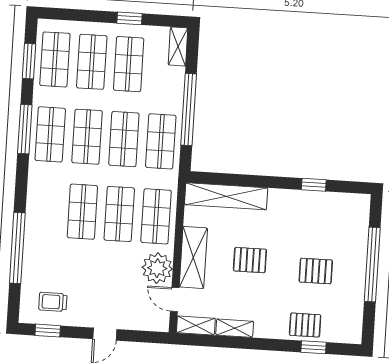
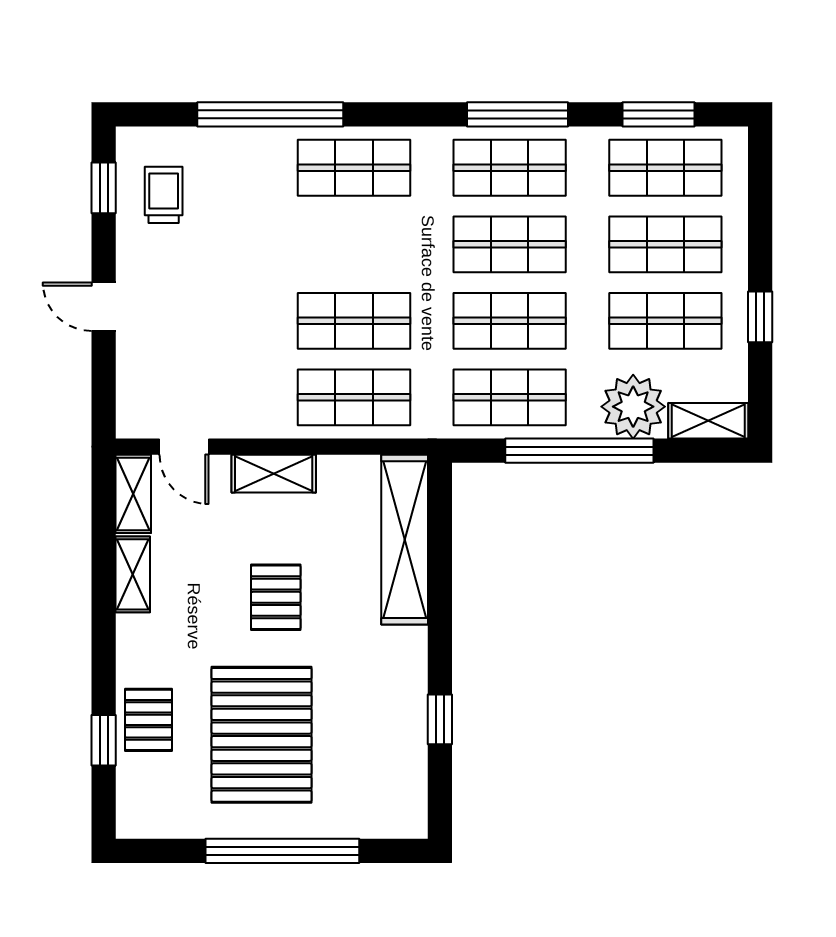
shop shelf: (82, 212) -> (354, 168), moved
shelving: (193, 257) -> (274, 474), width x0.67, depth x0.75
plant: (157, 268) -> (633, 407), moved
pallet: (316, 271) -> (262, 735), width x2.05, depth x2.00
door: (175, 300) -> (184, 447), swing flipped

